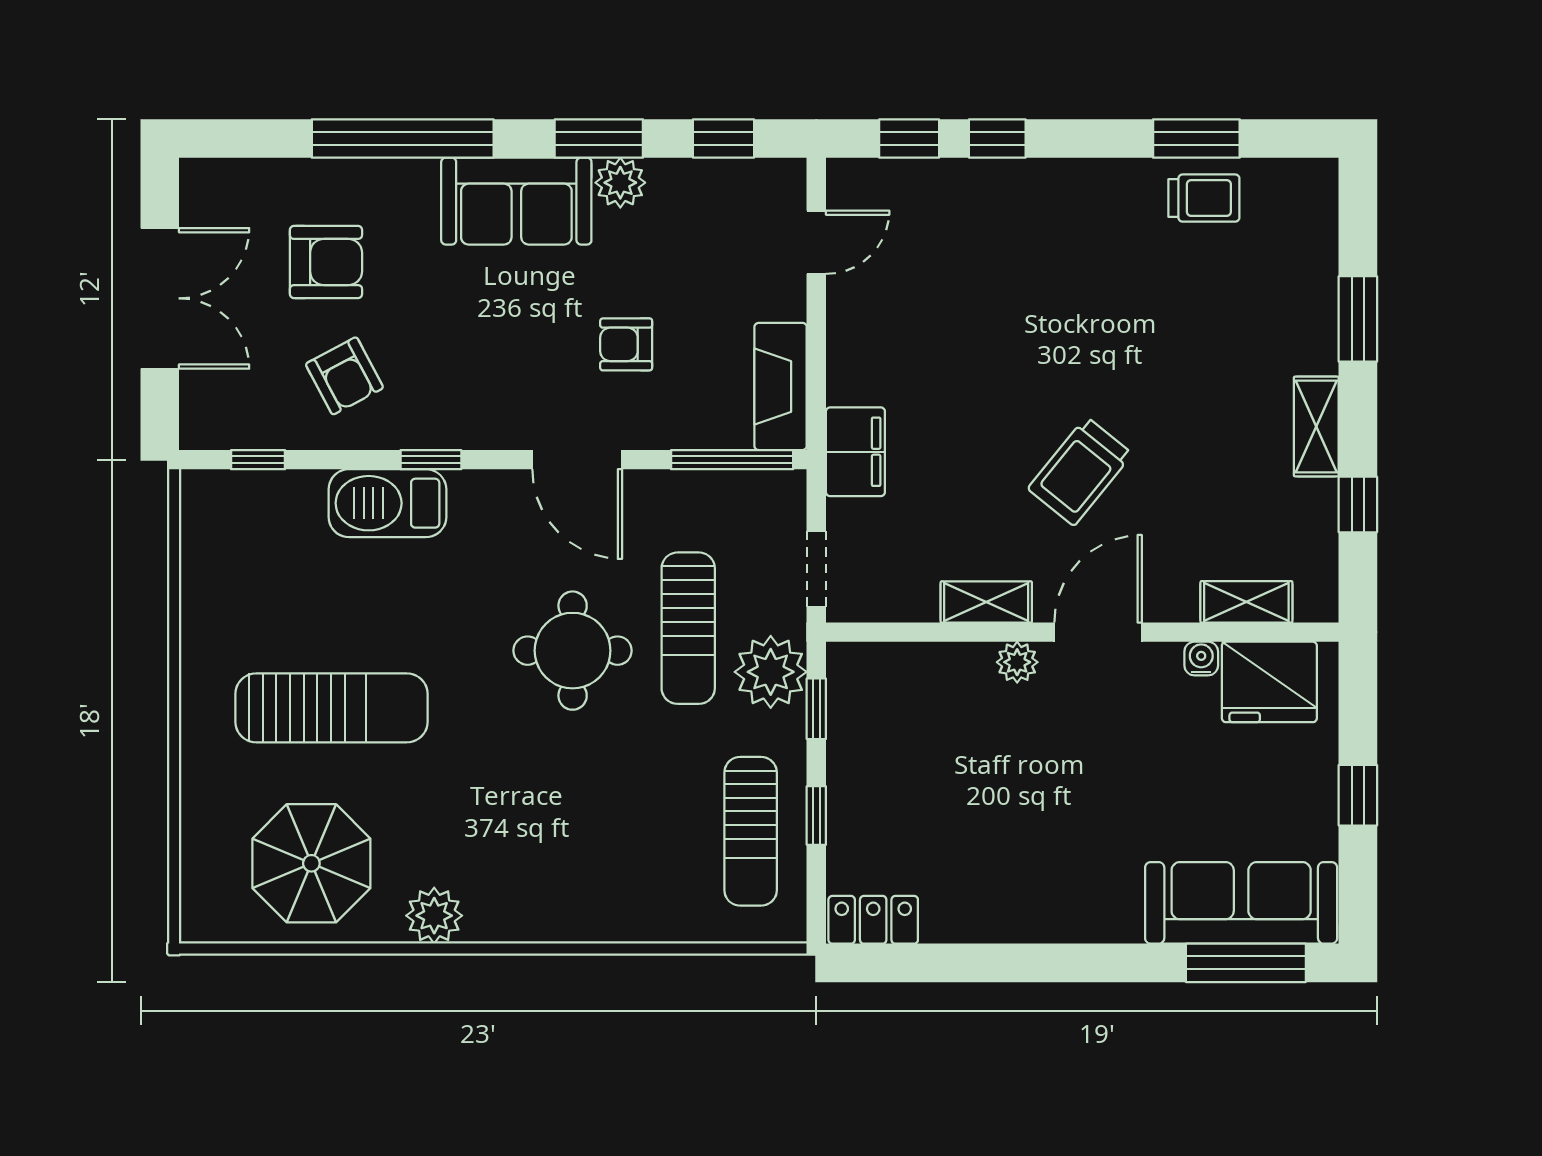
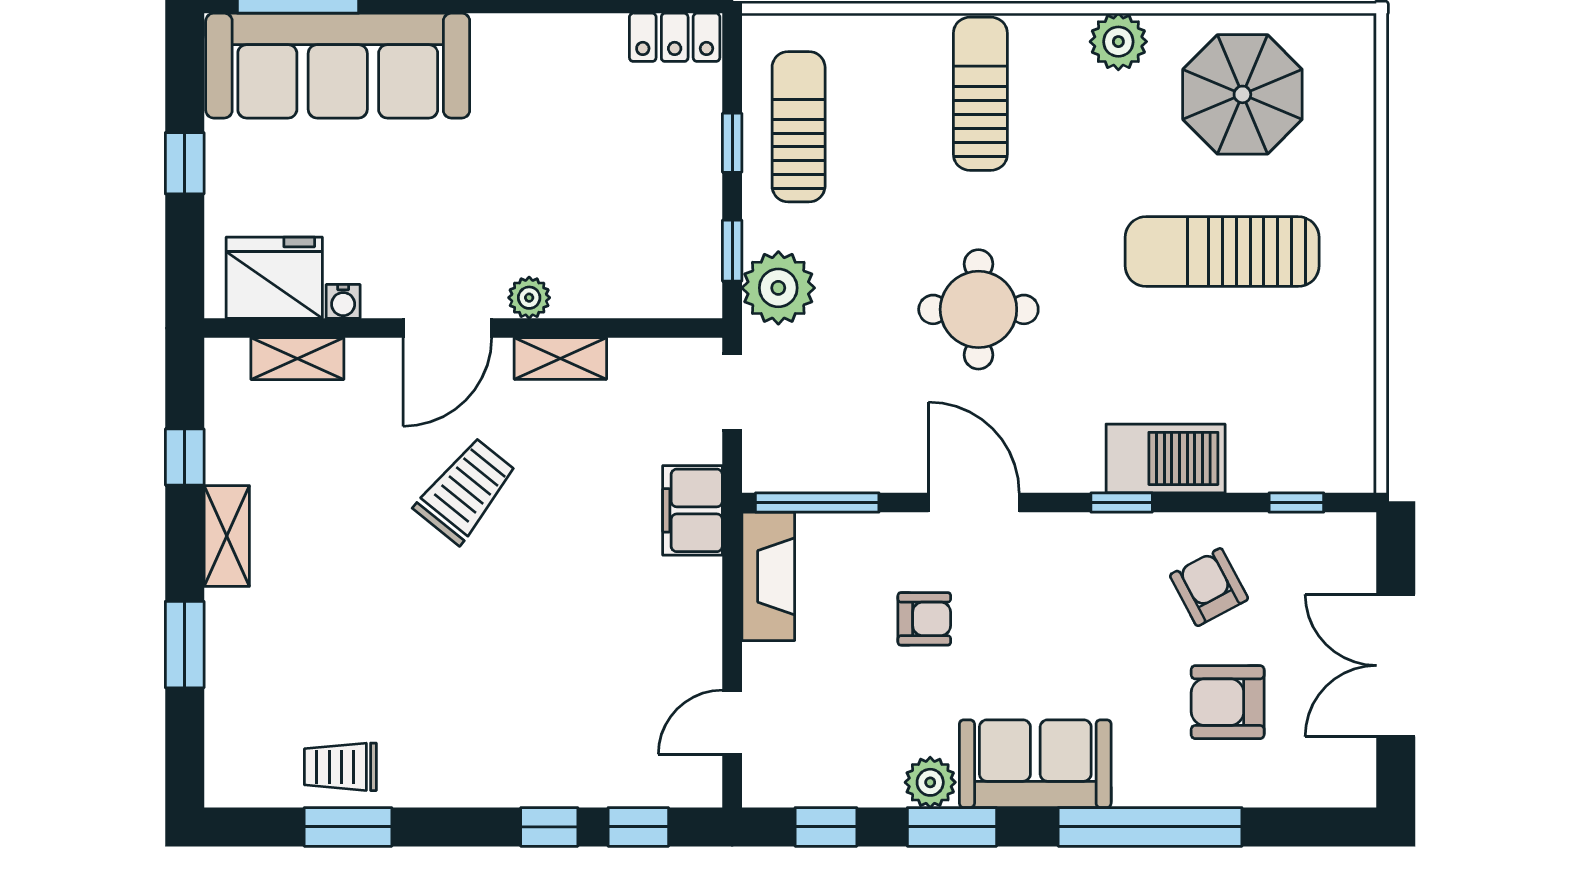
sun lounger: (688, 628) -> (980, 94), moved
sofa: (1241, 903) -> (338, 66), width x1.36, depth x1.27

